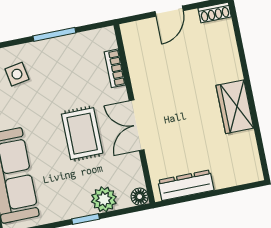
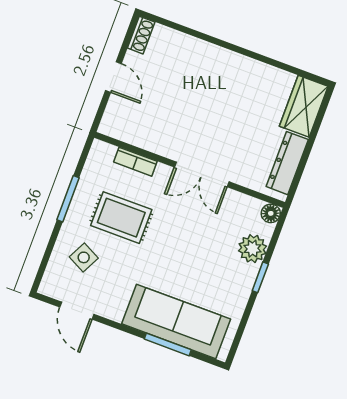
side table: (17, 74) -> (84, 257), turned 37
wardrobe: (235, 107) -> (304, 106), moved, turned 90
rug: (82, 134) -> (121, 218), moved

